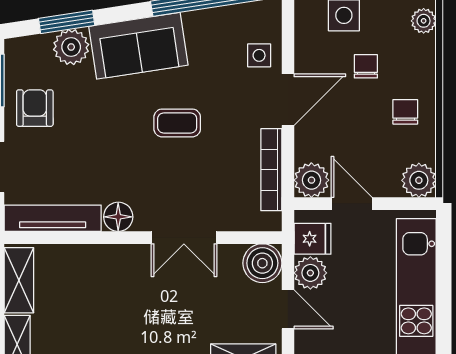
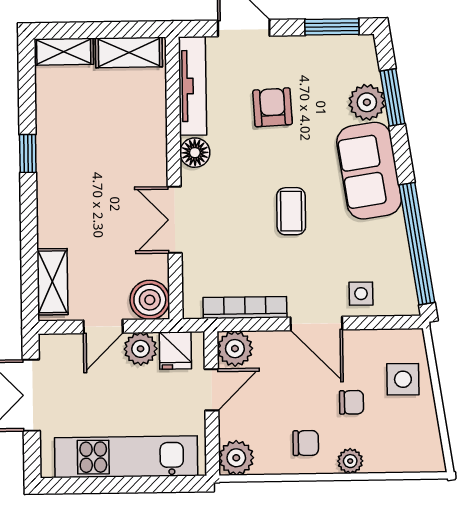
plant: (424, 21) -> (350, 461), moved
armchair: (35, 108) -> (273, 107), moved, turned -93

